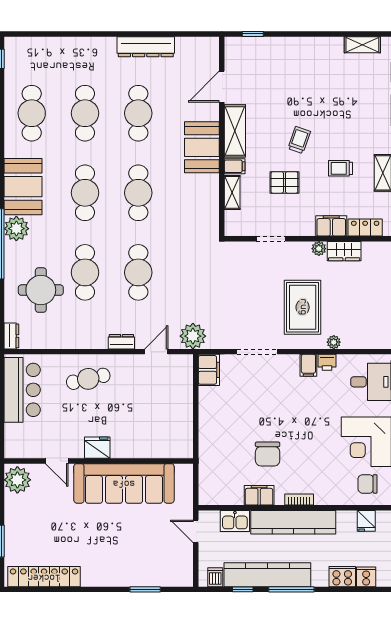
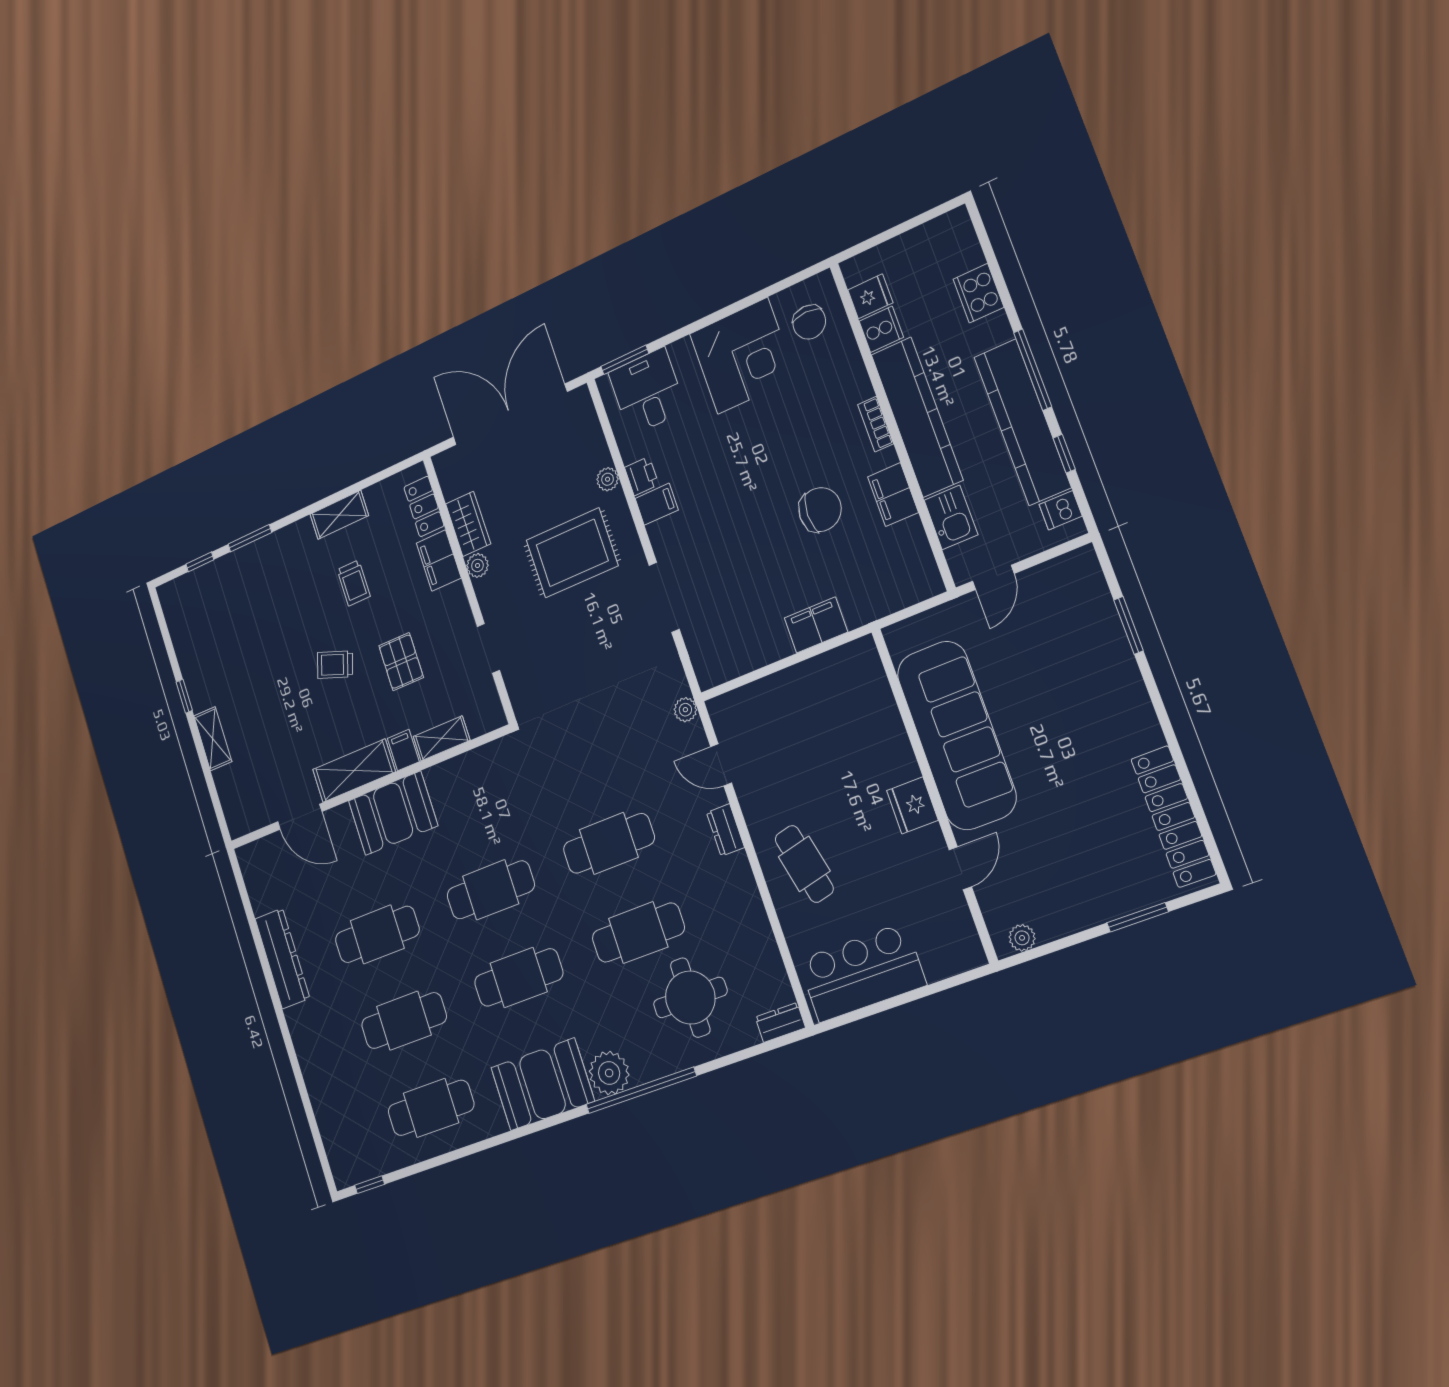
window: (253, 34) -> (184, 696), moved
shelving: (362, 45) -> (213, 739), moved
plant: (193, 336) -> (685, 710), width x0.53, depth x0.53
filing cabinet: (209, 370) -> (816, 625), moved
plant: (17, 480) -> (1022, 938), width x0.53, depth x0.53
cooker: (366, 577) -> (881, 329), moved, turned 180

